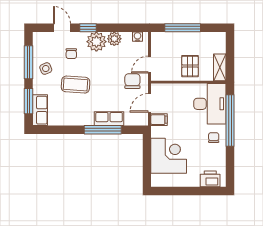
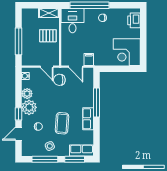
desk: (210, 104) -> (72, 21), width x0.73
row of seats: (109, 119) -> (88, 119), moved
corner desk: (169, 156) -> (127, 52), moved, turned -90

